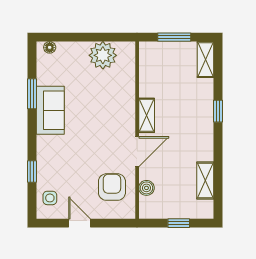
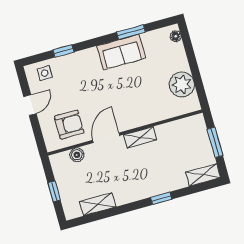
door: (137, 152) -> (106, 138), swing flipped

